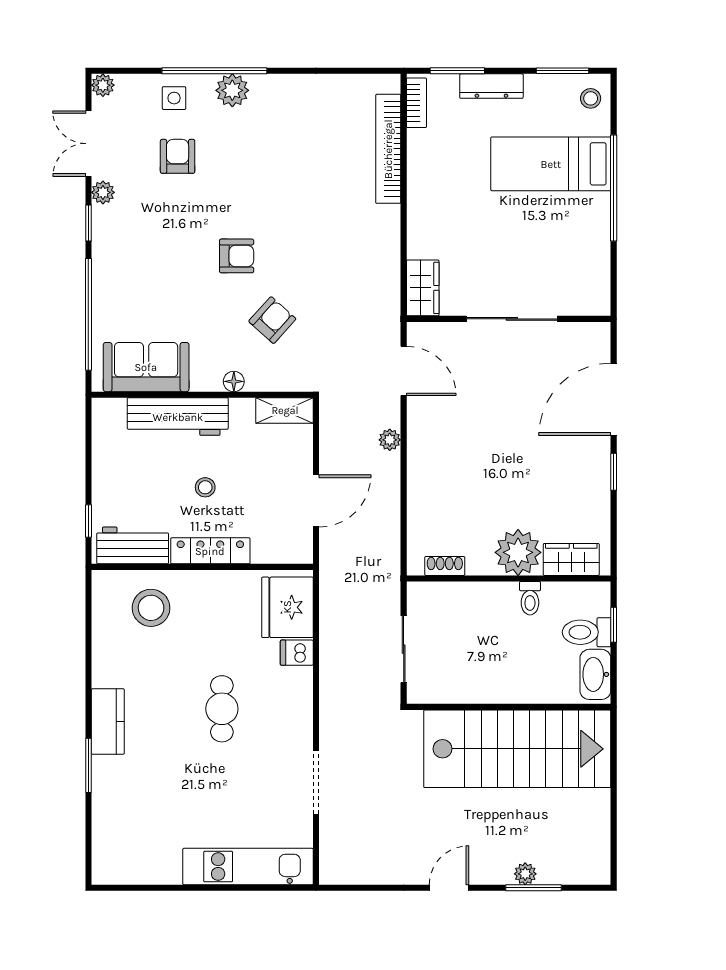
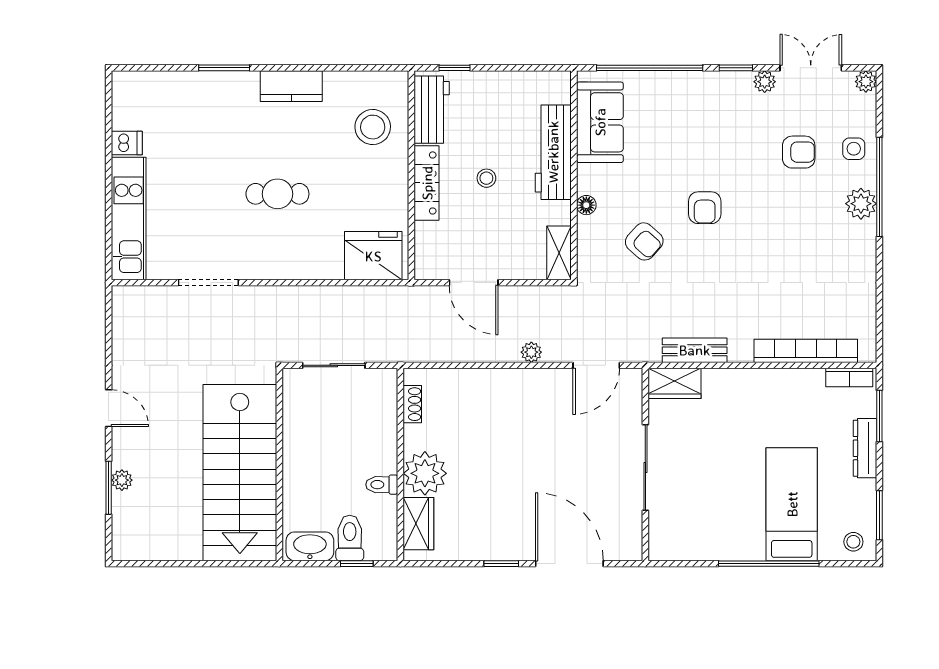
bench: (388, 267) -> (695, 350), added
dishwasher: (297, 653) -> (127, 143), moved, turned 90
kitchen counter: (108, 721) -> (291, 86), moved

